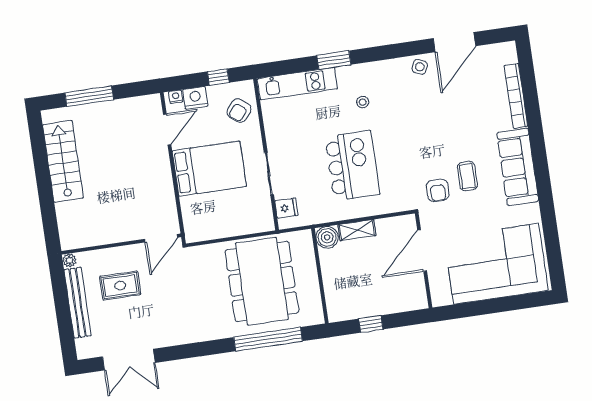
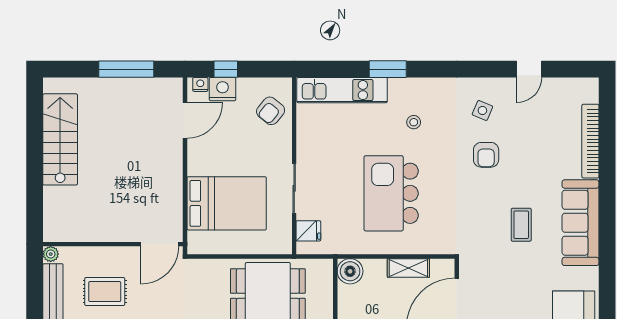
door: (454, 42) -> (529, 69), width x0.53
side table: (420, 67) -> (482, 110), moved
window: (218, 77) -> (226, 69), moved
window: (89, 96) -> (126, 69), moved
kitchen island: (352, 166) -> (391, 193), turned 180
bed: (209, 169) -> (227, 203), moved
armchair: (438, 190) -> (486, 155), moved
shelving: (357, 230) -> (408, 268), moved

